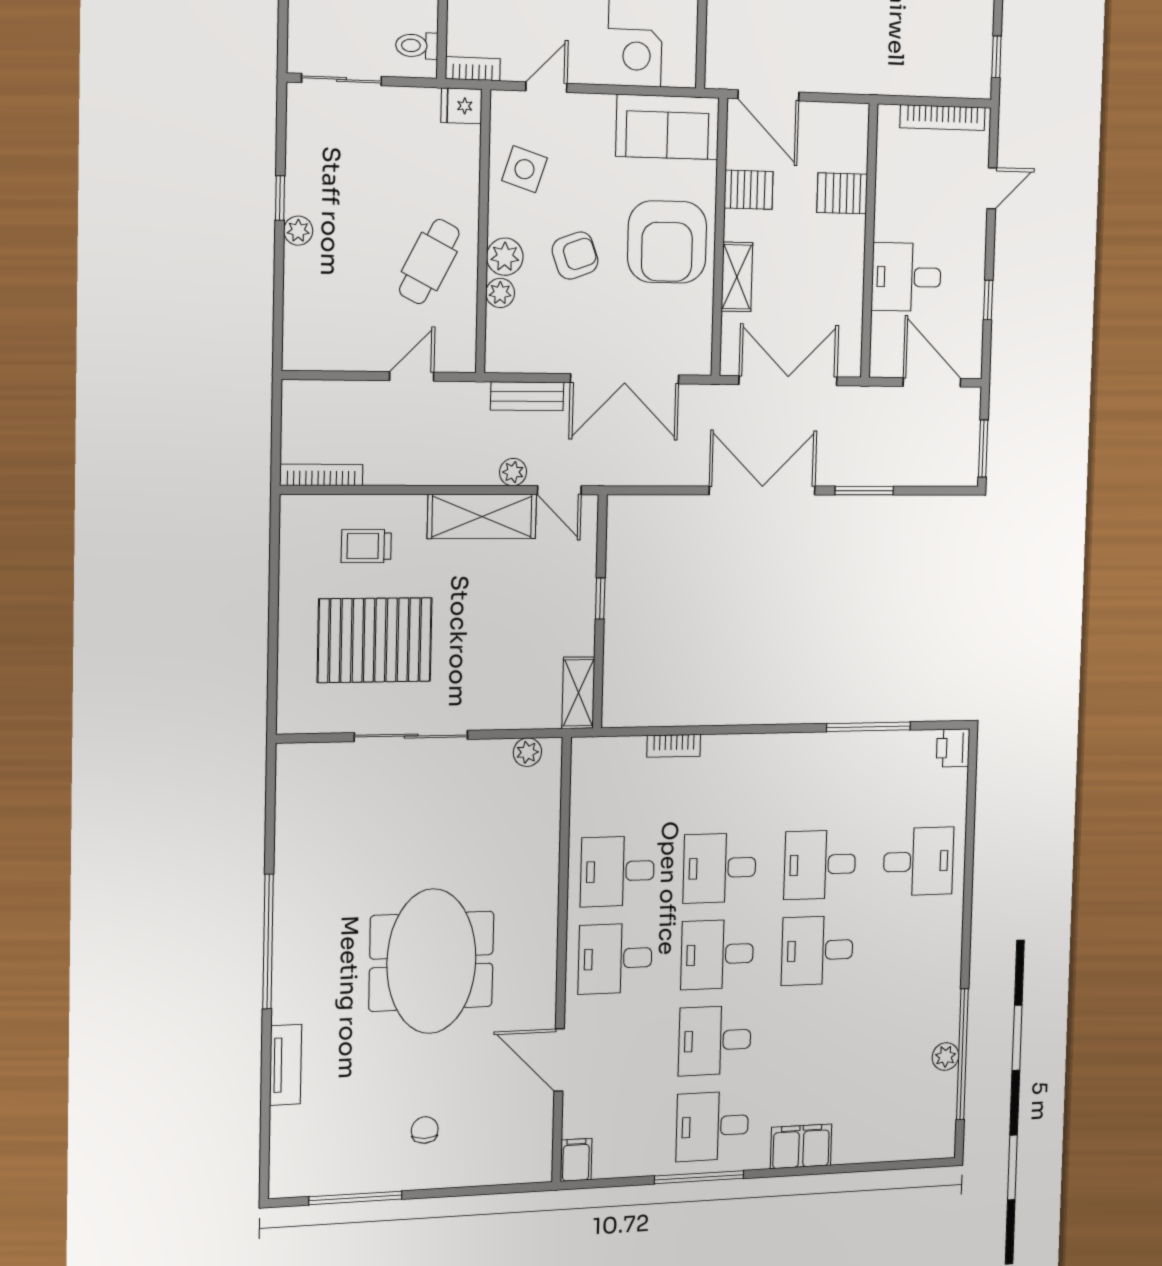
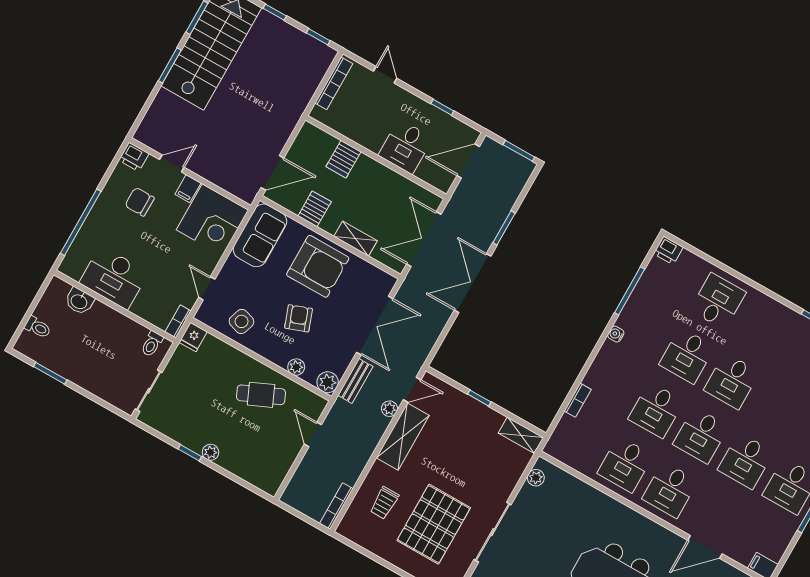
plant: (505, 257) -> (328, 382), moved
cafe table: (429, 262) -> (261, 395), turned -51
water cooler: (797, 744) -> (616, 334), added

